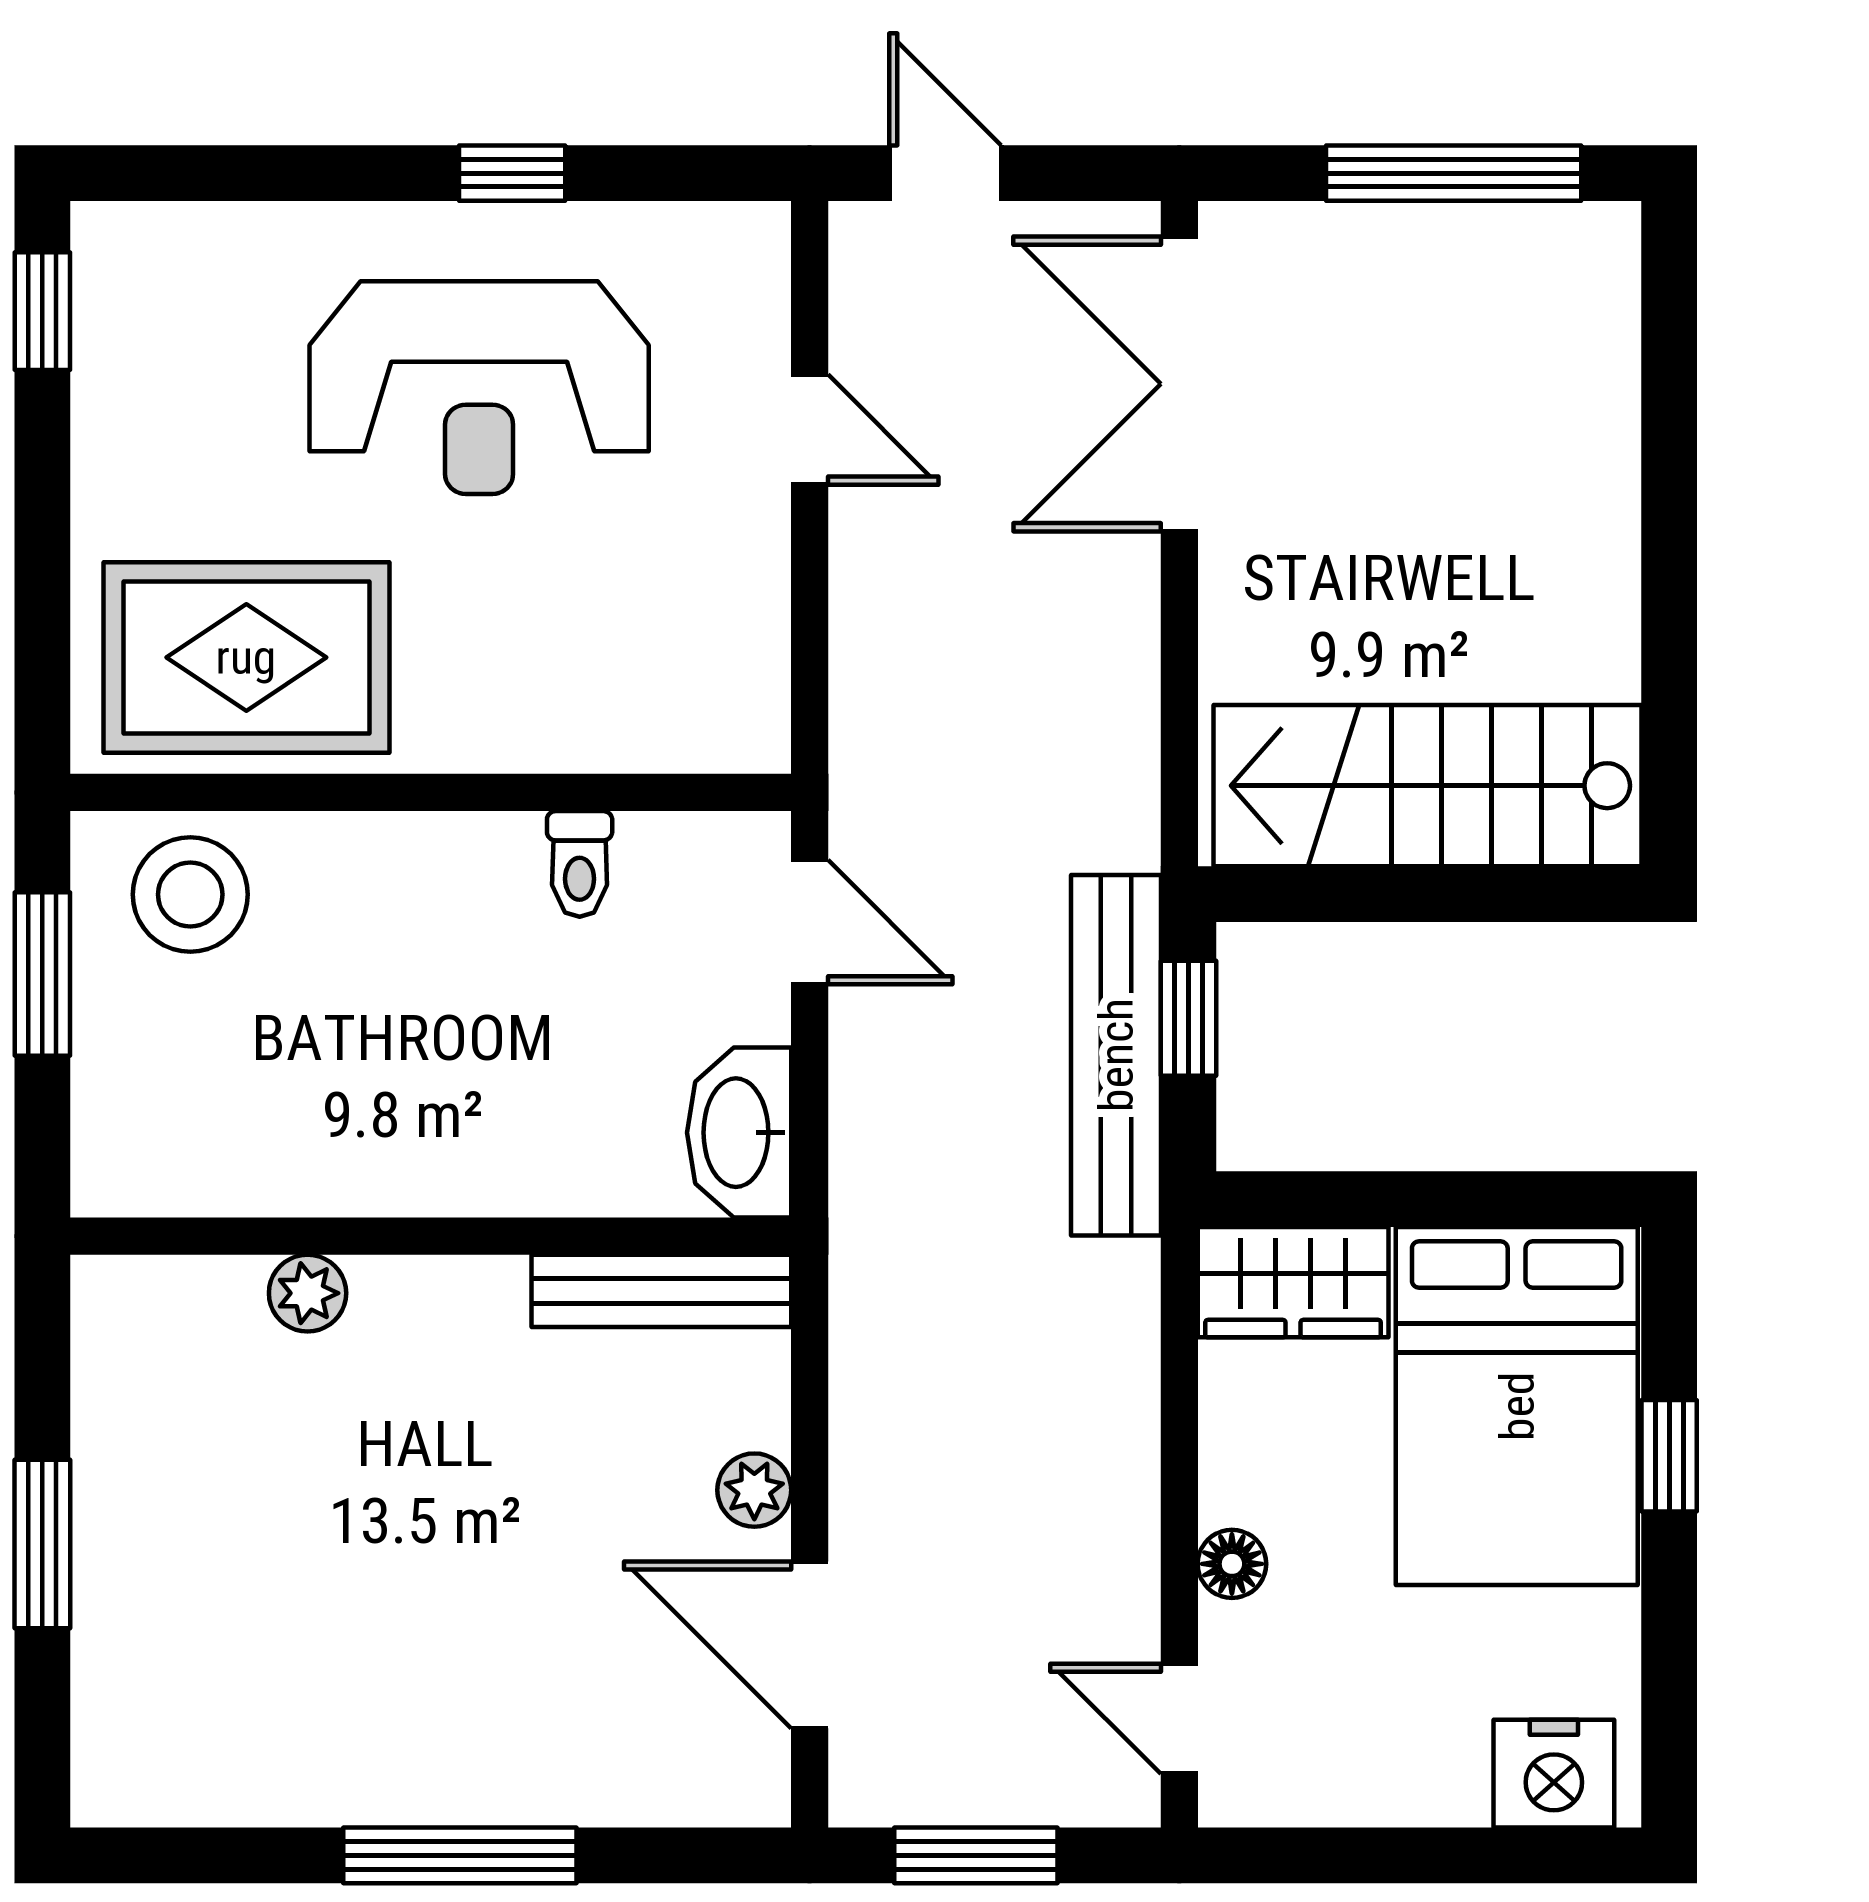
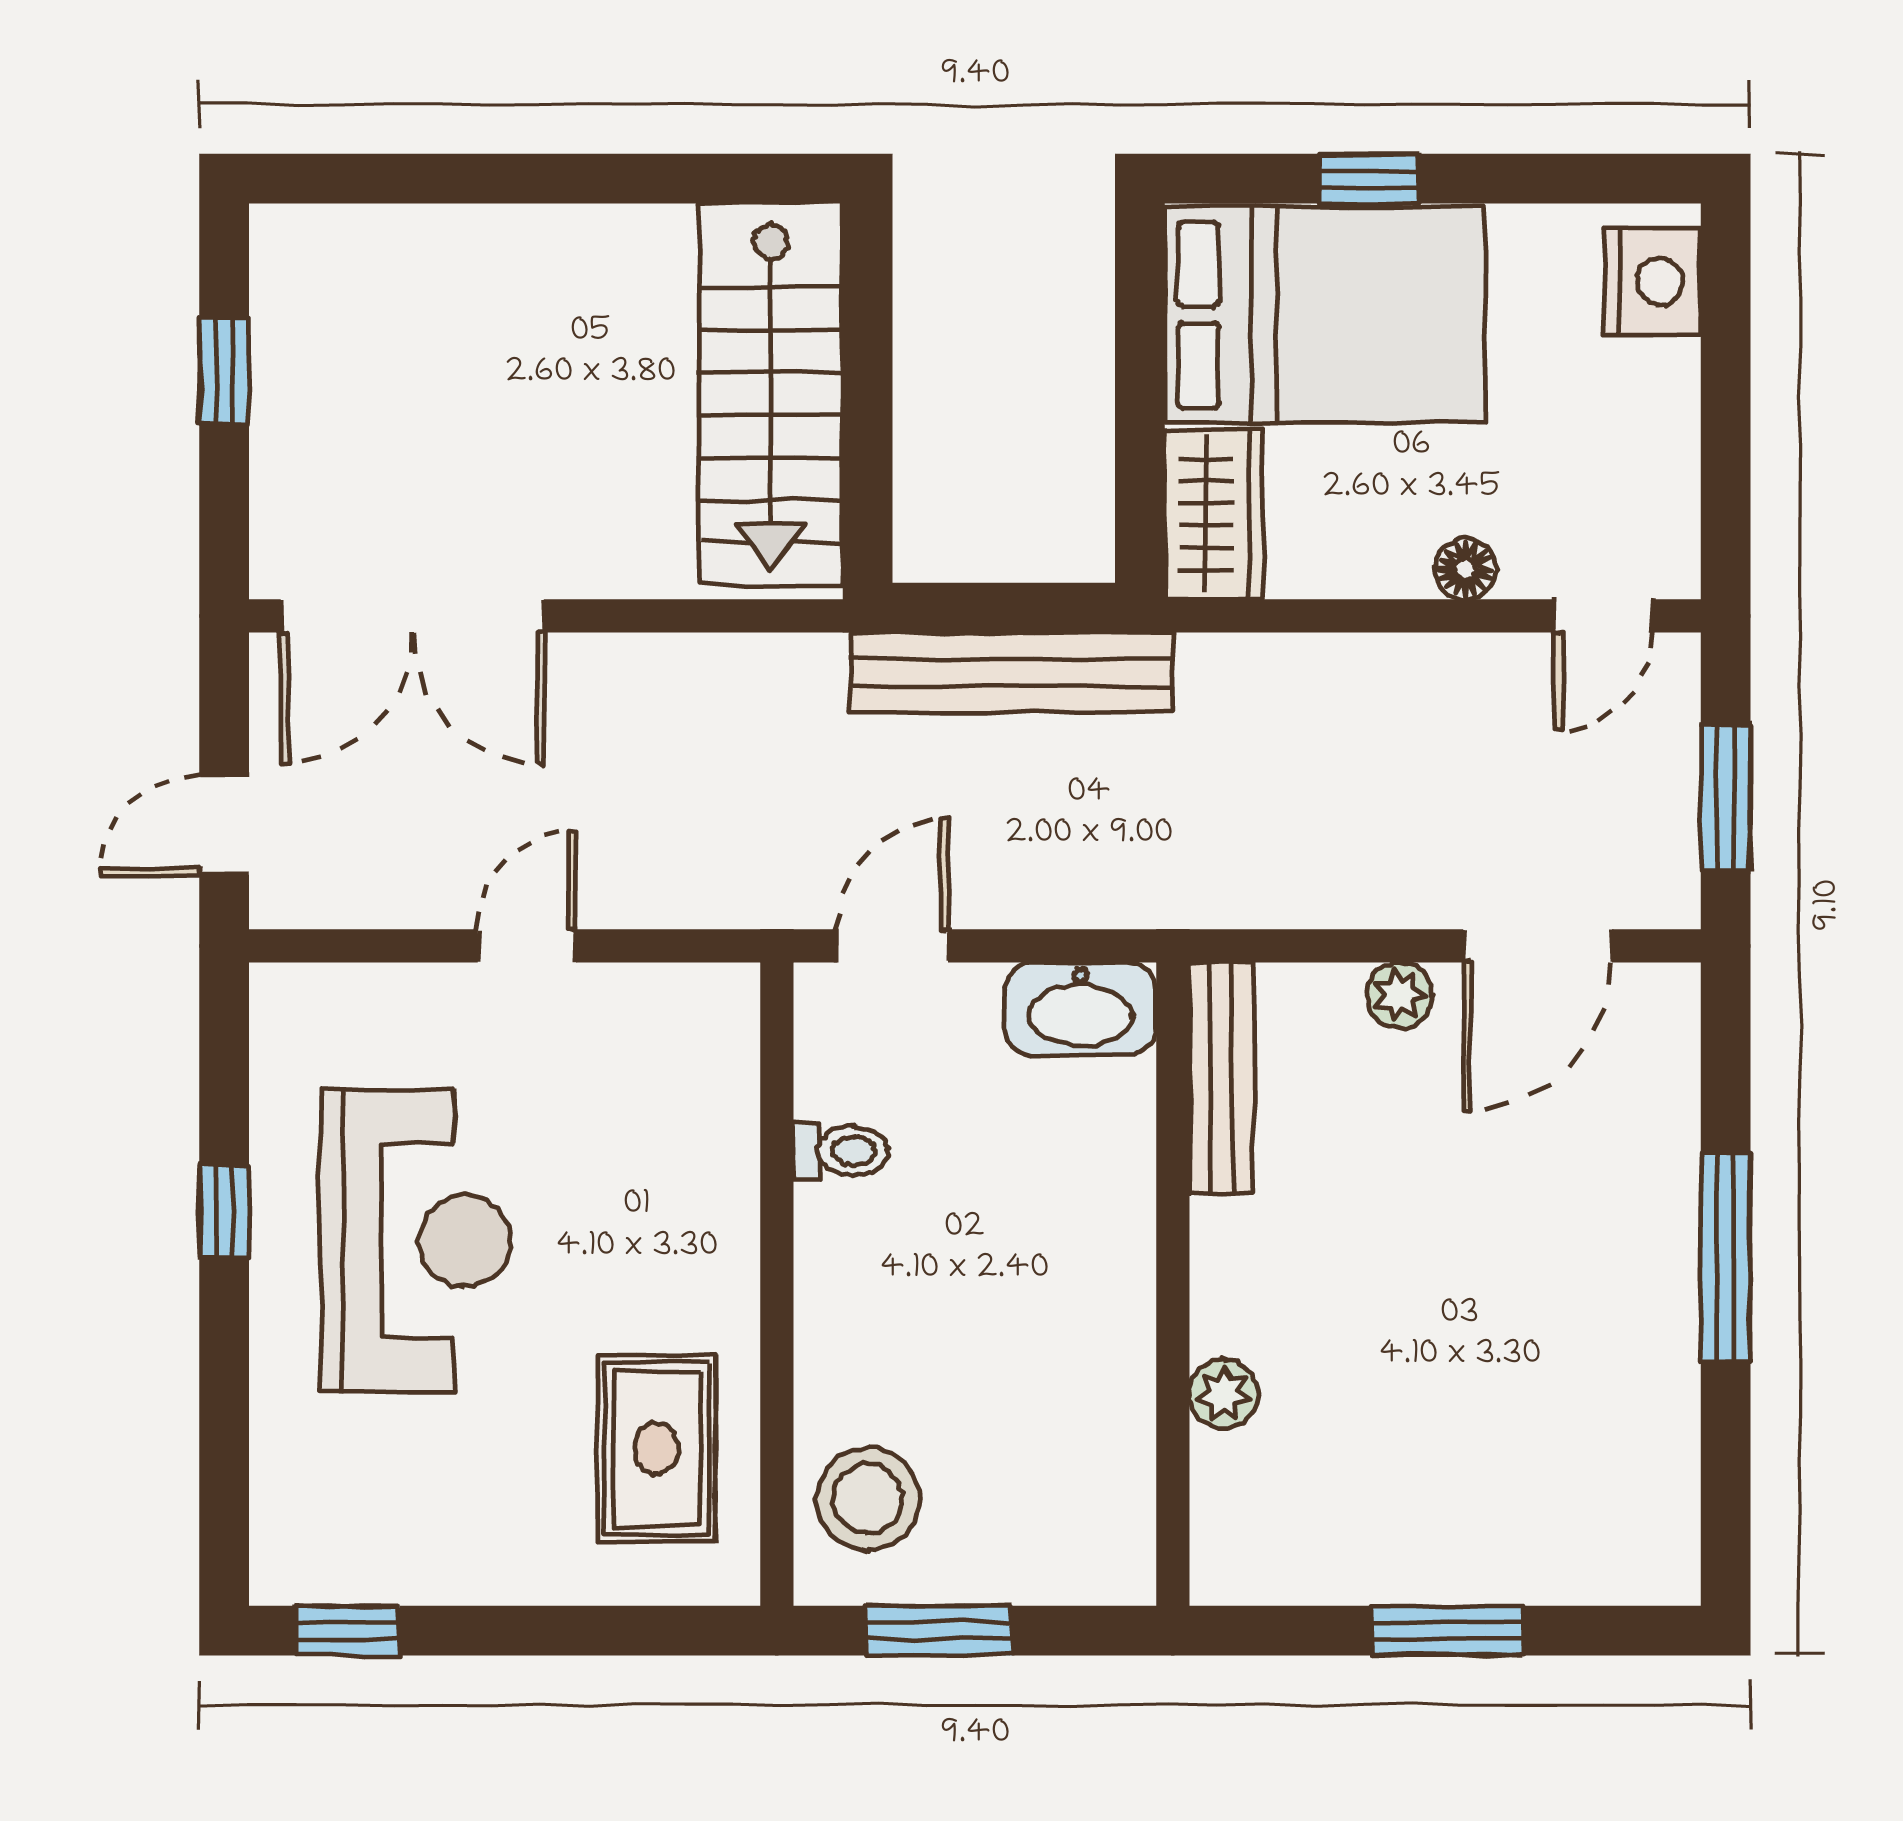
window: (1454, 173) -> (224, 371), width x0.46
door: (810, 430) -> (527, 946), moved
rug: (246, 657) -> (656, 1448), width x0.73, depth x0.70
window: (1189, 1018) -> (978, 608), removed

